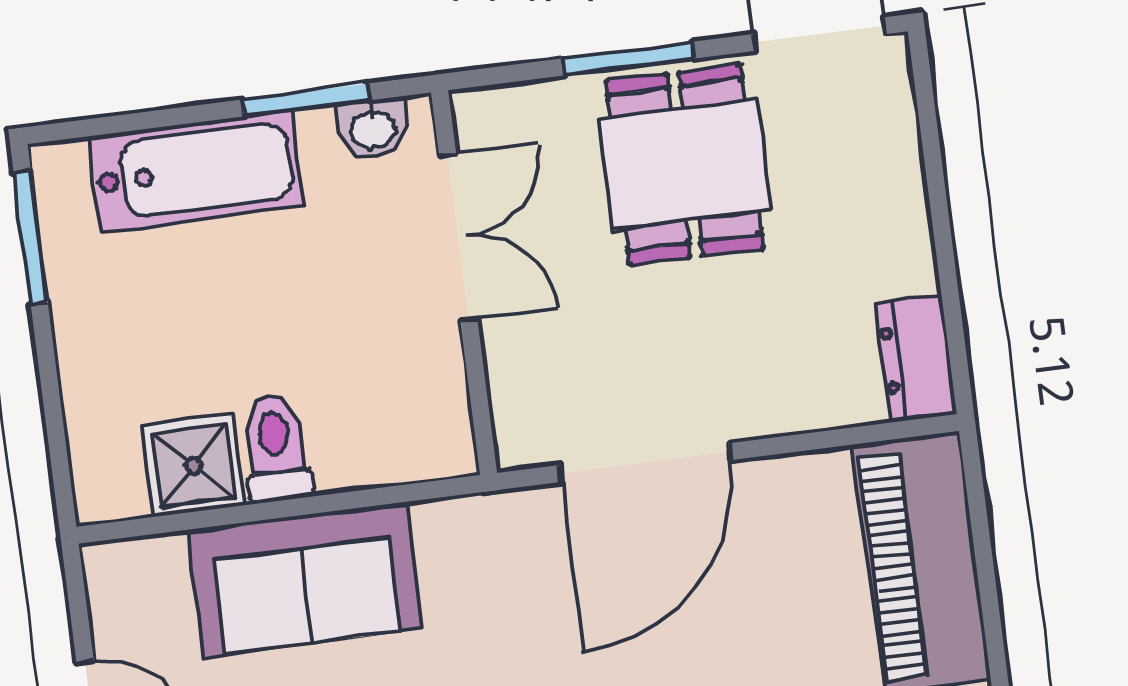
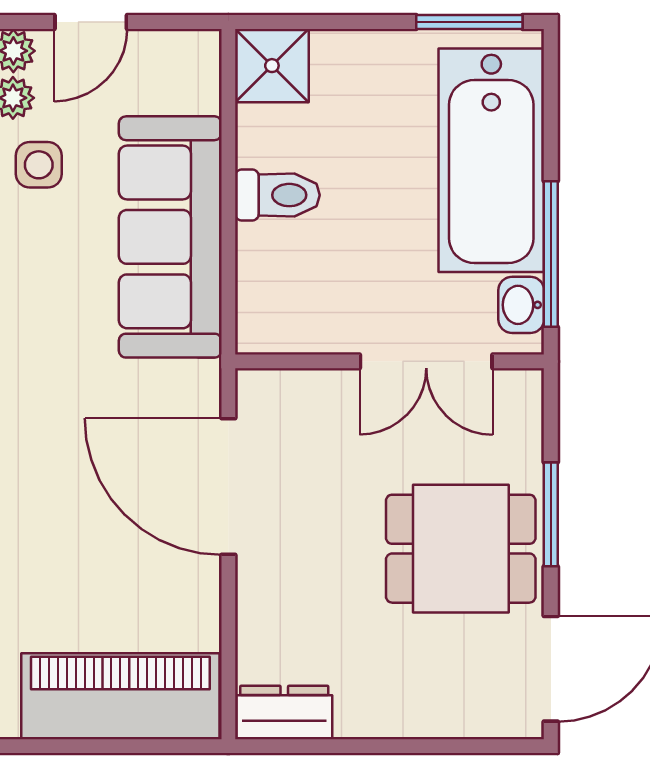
window: (305, 100) -> (551, 254), width x1.44
bathtub: (196, 171) -> (491, 160), width x1.36, depth x1.36
shower: (193, 465) -> (272, 66), moved
sofa: (305, 579) -> (170, 237), width x1.36

